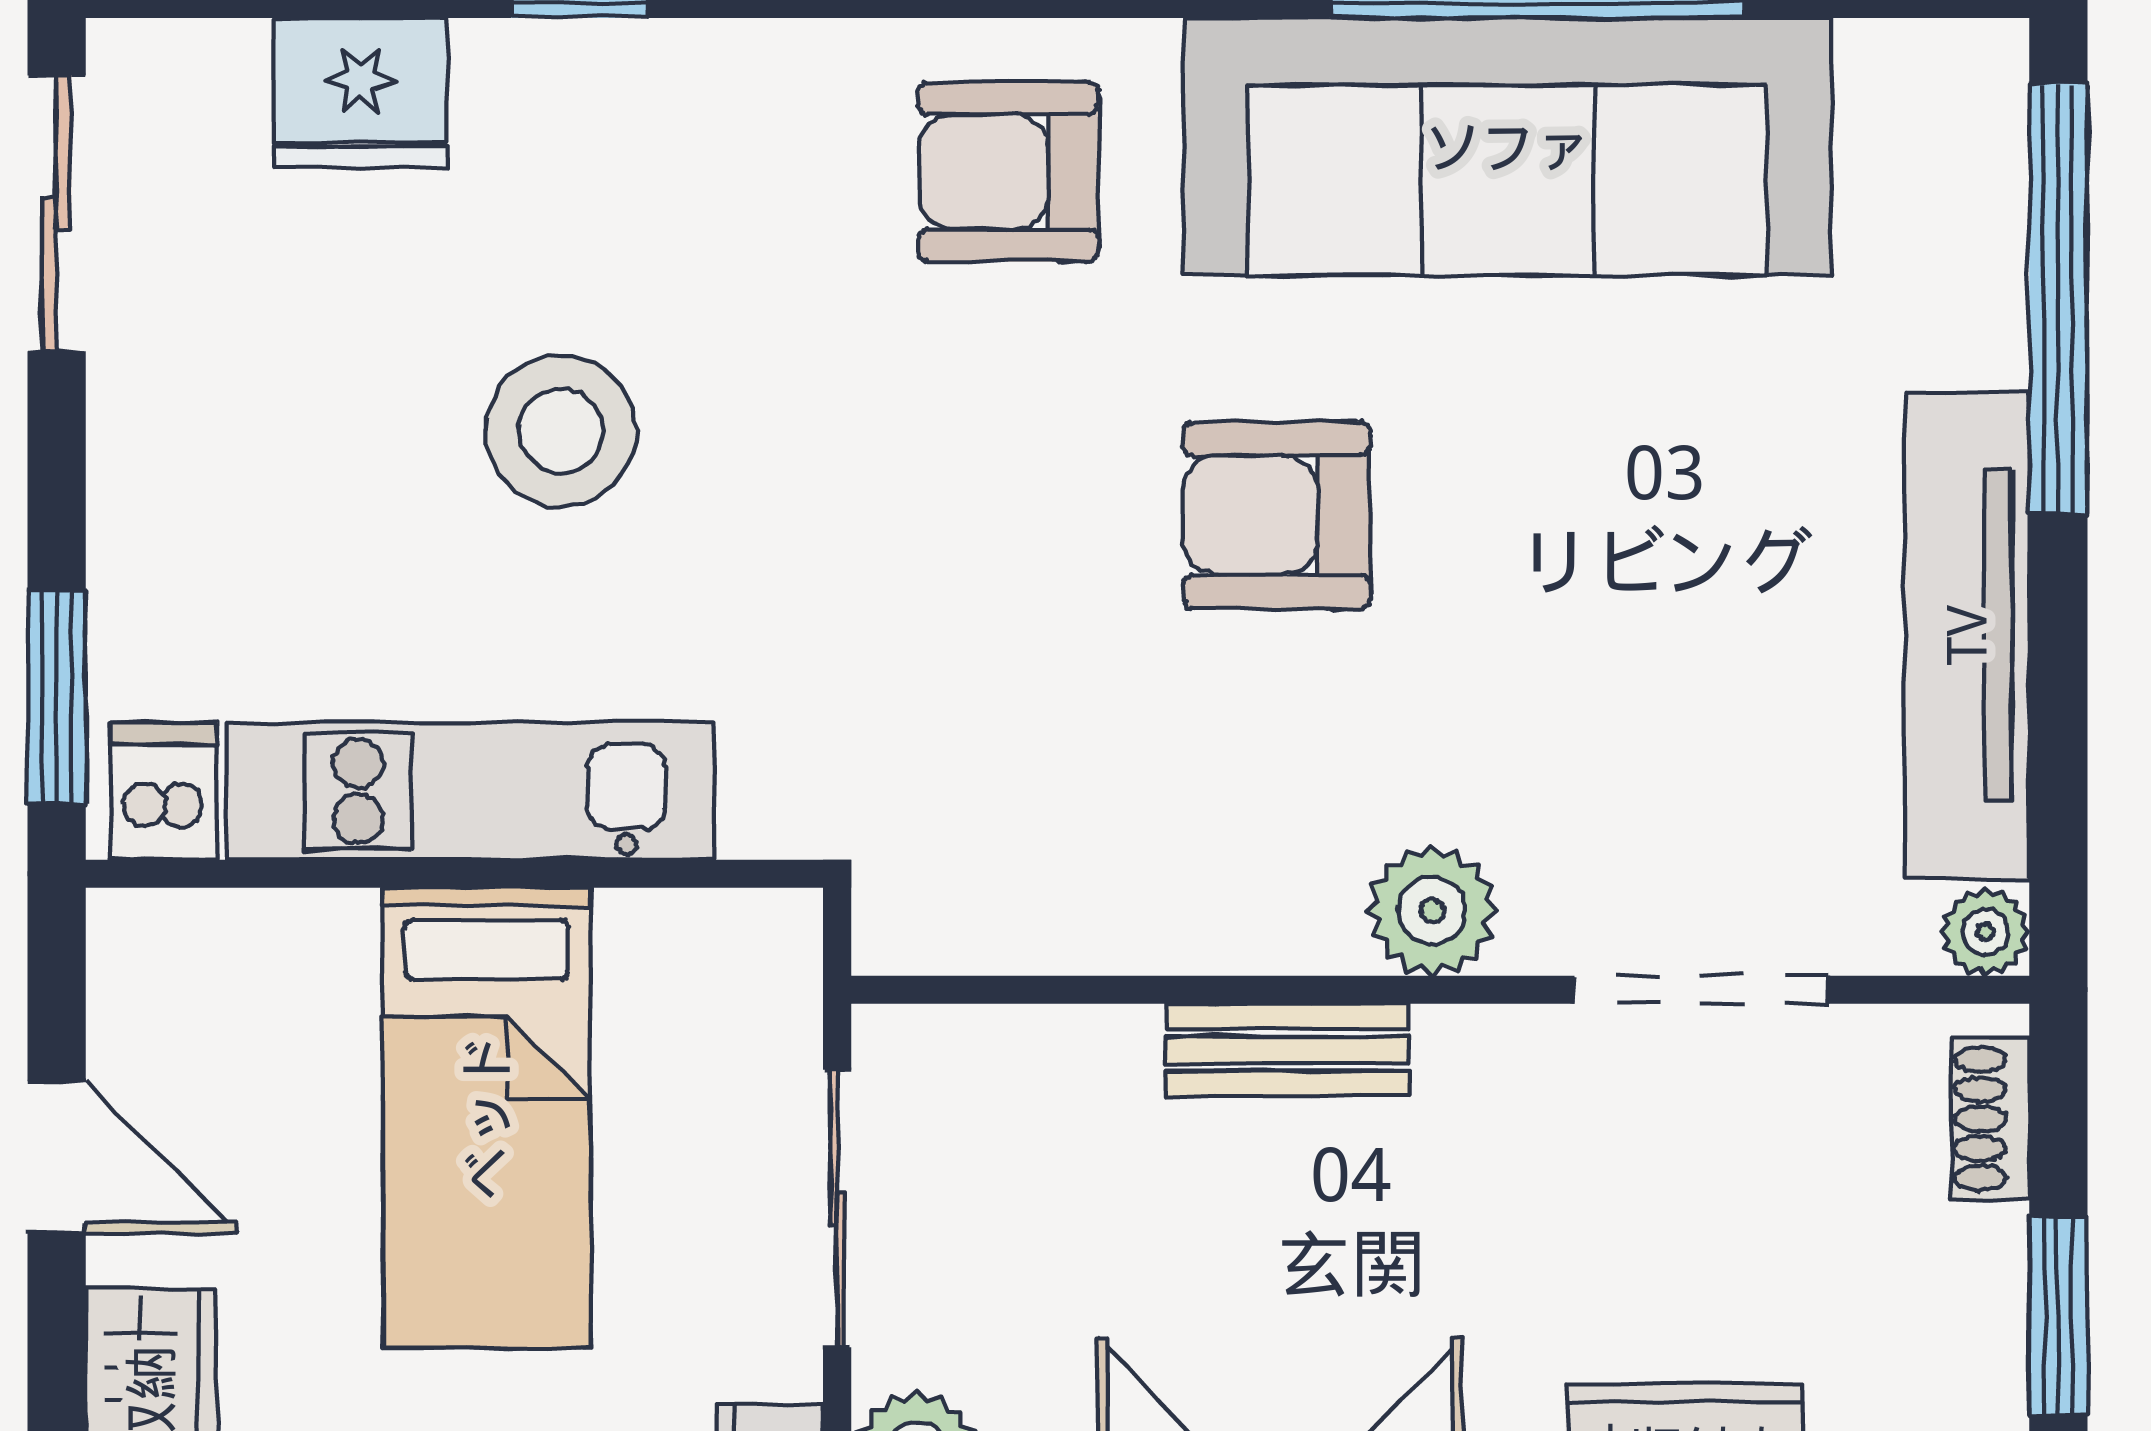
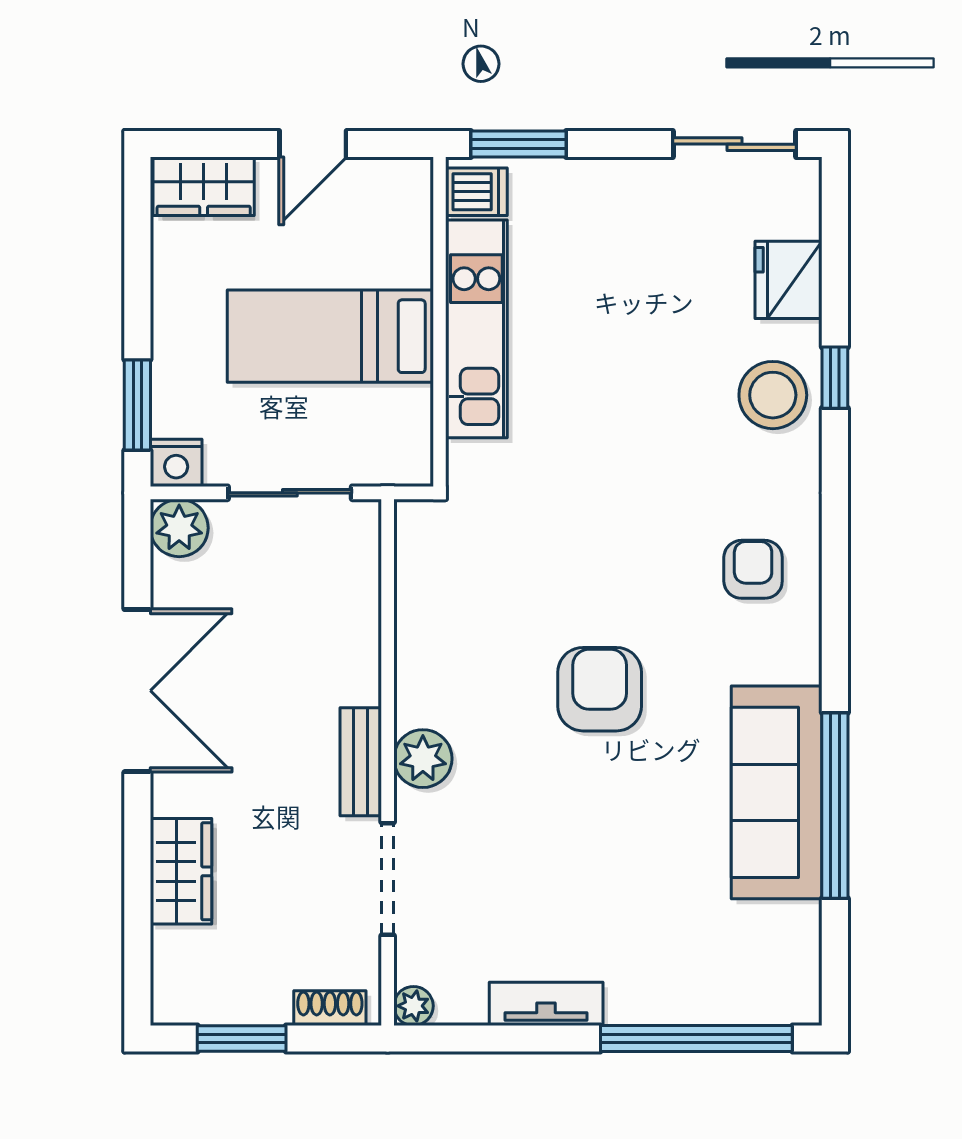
sofa: (1508, 147) -> (777, 792), width x0.74, depth x0.79
armchair: (1008, 172) -> (753, 569), width x0.72, depth x0.72
stool: (561, 431) -> (773, 395), moved
tv unit: (1967, 635) -> (546, 1004), width x0.52, depth x0.78
bench: (1287, 1050) -> (361, 762), moved

